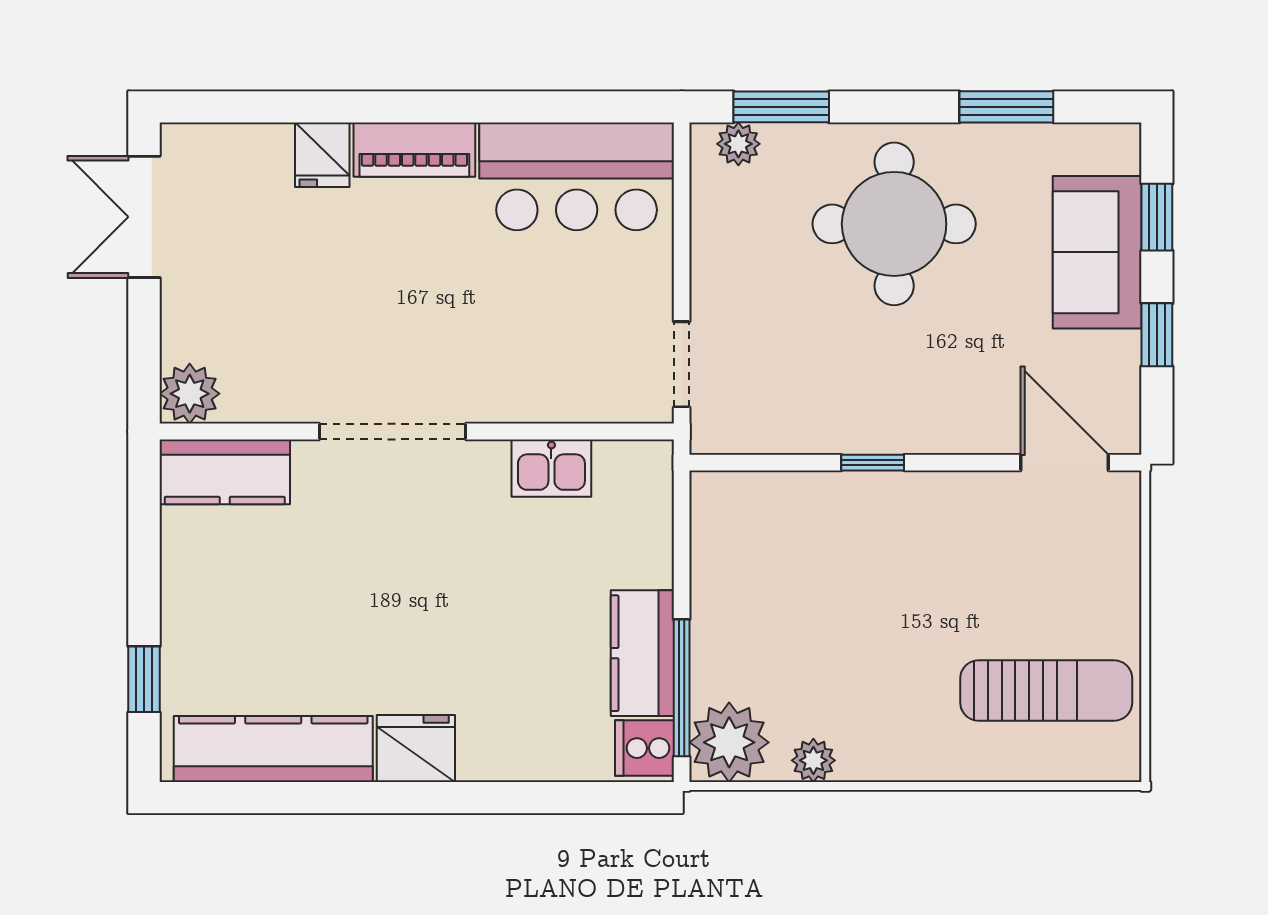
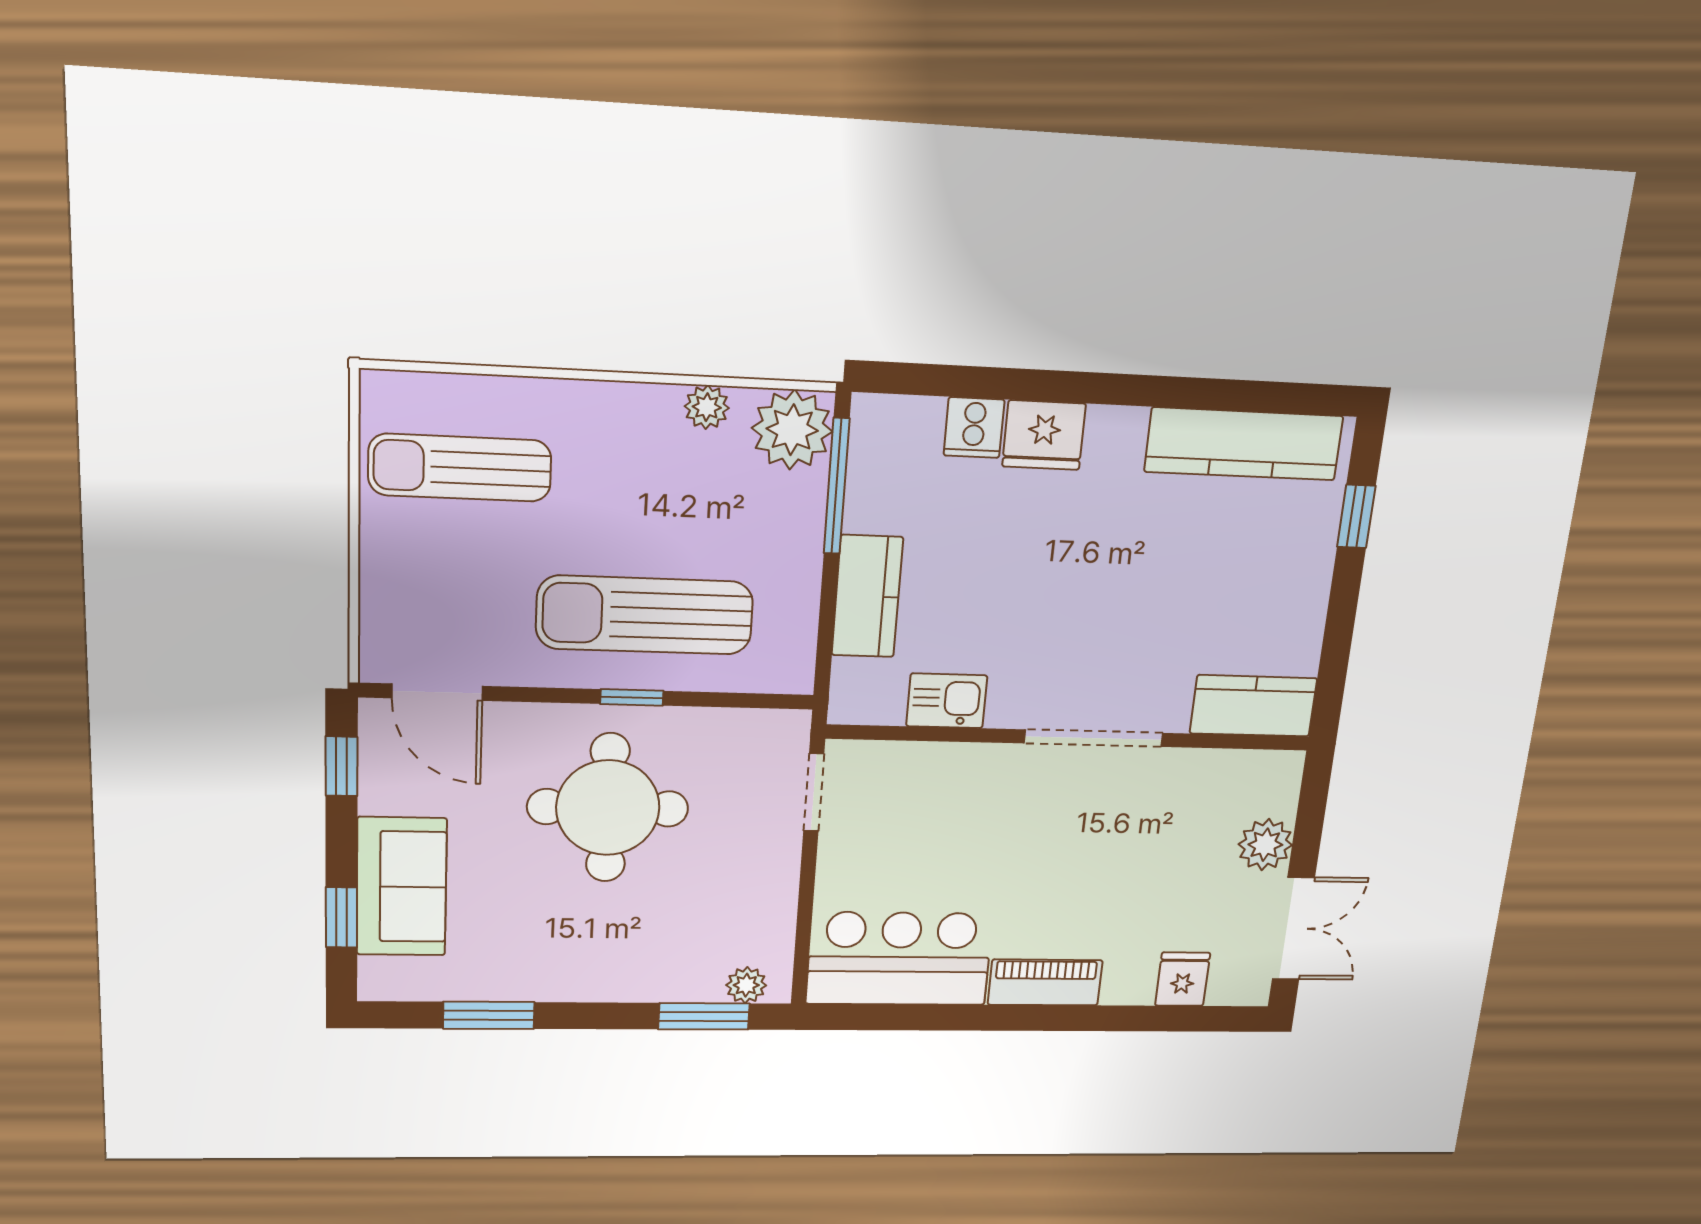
fridge: (322, 155) -> (1183, 979), moved
round table: (894, 224) -> (608, 808), moved
window: (1157, 335) -> (342, 766), moved
plant: (190, 394) -> (1265, 845), moved
sun lounger: (863, 549) -> (645, 615), added
kitchen counter: (642, 653) -> (867, 596), moved
fridge: (416, 748) -> (1044, 435), moved
cooker: (644, 748) -> (974, 428), moved, turned 90

